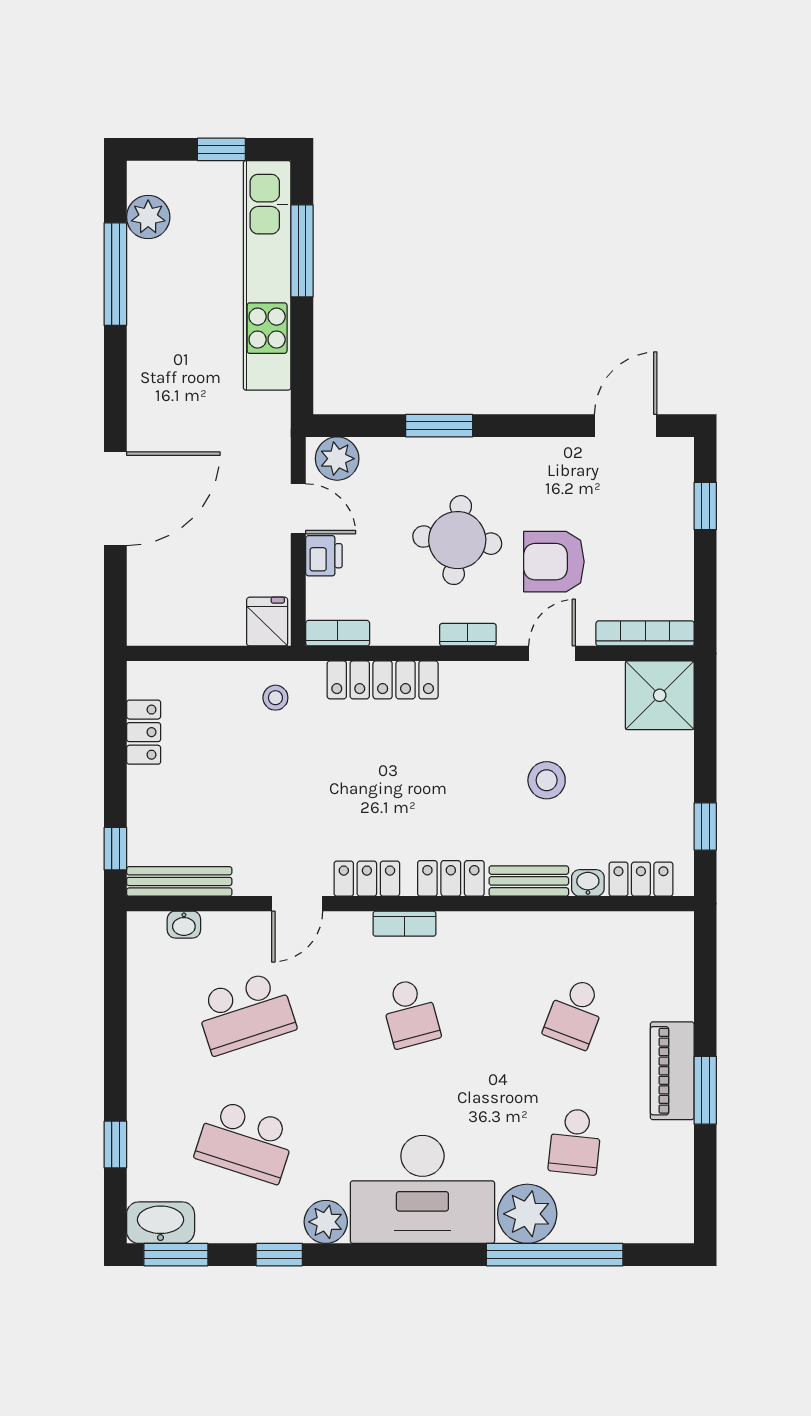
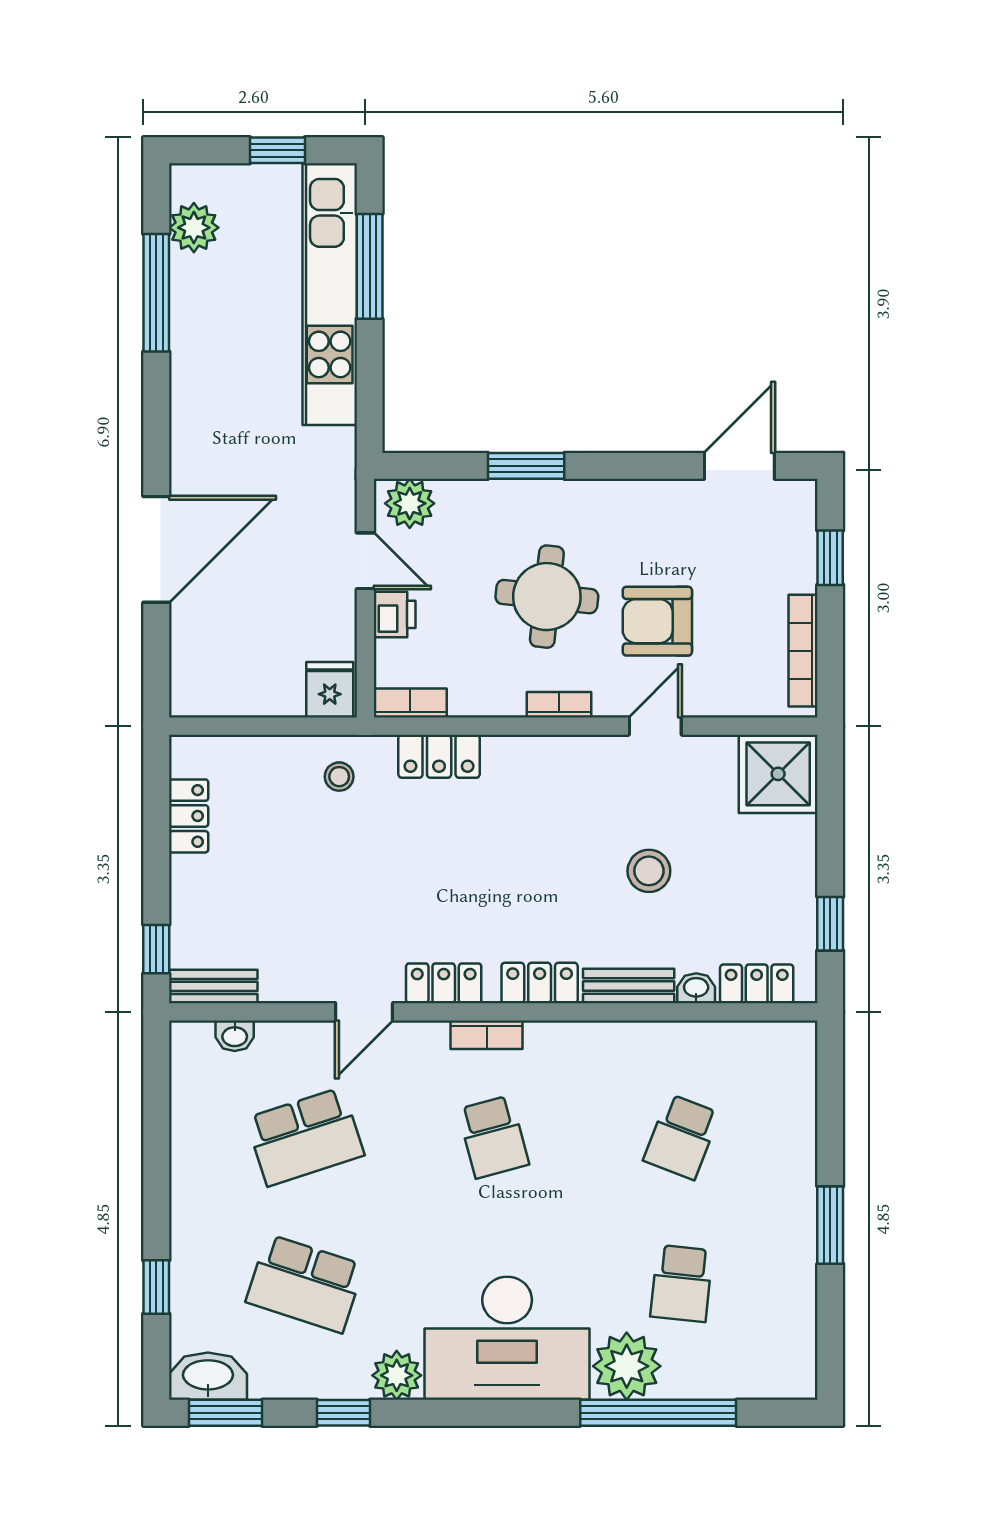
bookcase: (645, 633) -> (803, 651), moved, turned -90
locker: (383, 680) -> (439, 756), width x0.66
bench: (179, 881) -> (213, 986), width x0.73
piano: (672, 1071) -> (792, 1203), removed

